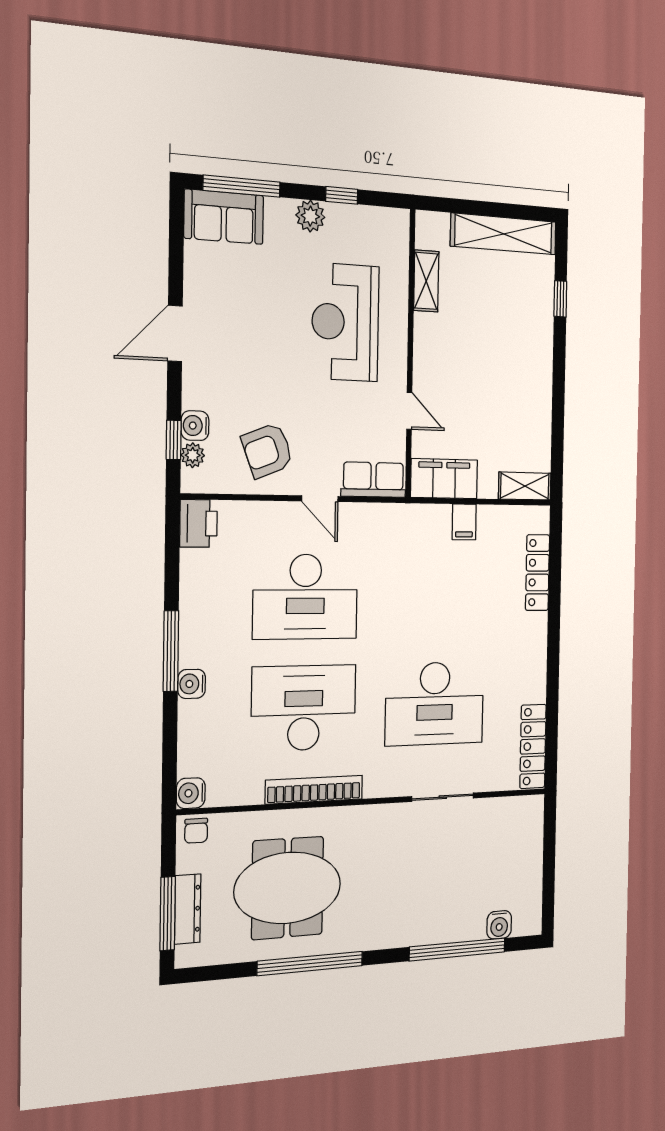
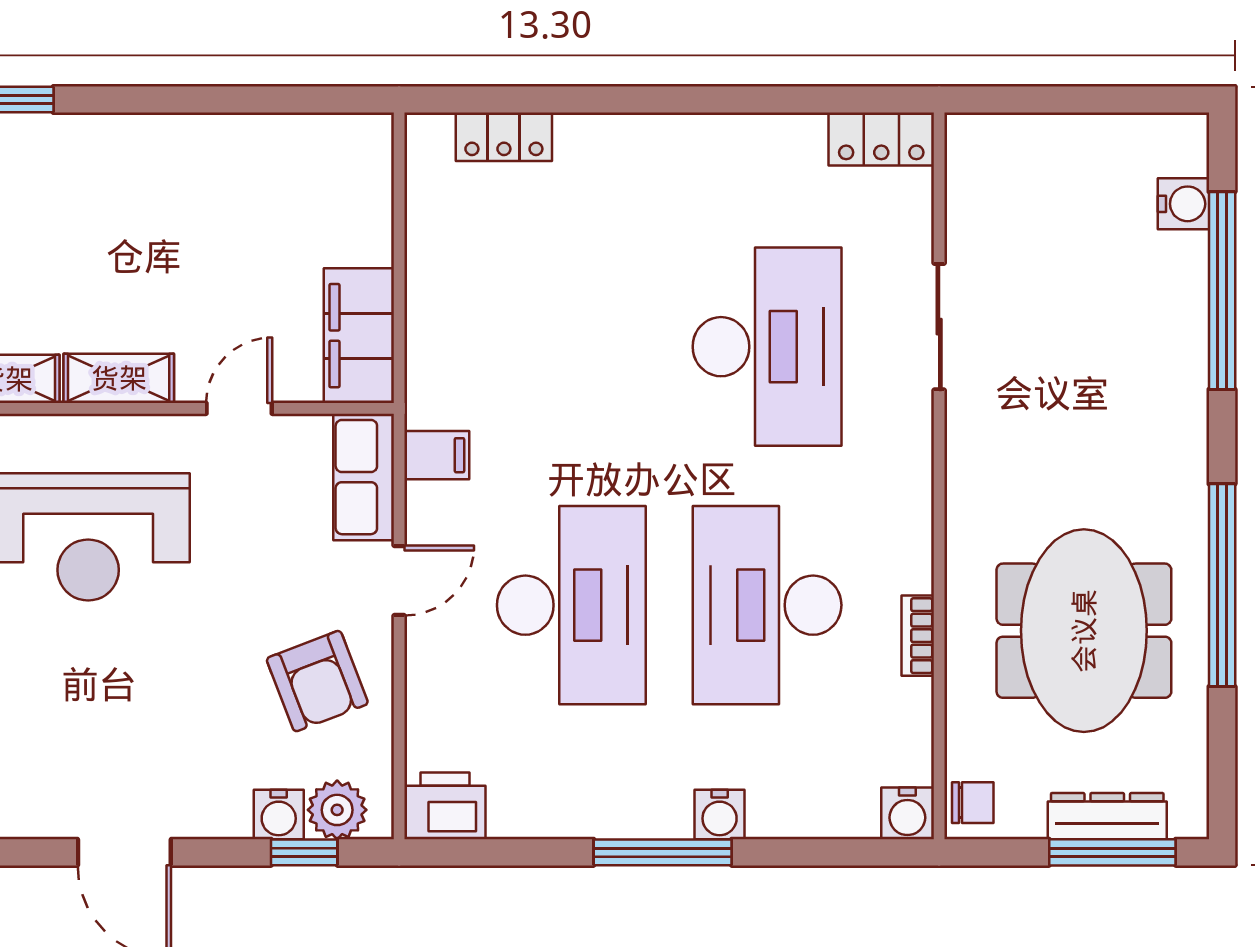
plant: (193, 455) -> (337, 810), width x1.38, depth x1.38
shelving: (525, 486) -> (119, 378), moved, turned 90
filing cabinet: (464, 522) -> (437, 455), moved
locker: (538, 573) -> (504, 137), width x0.66
locker: (533, 746) -> (881, 139), width x0.66
bookcase: (314, 790) -> (918, 636), width x0.43, depth x0.76

